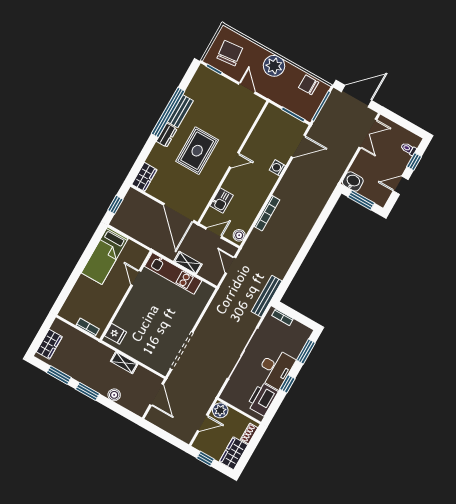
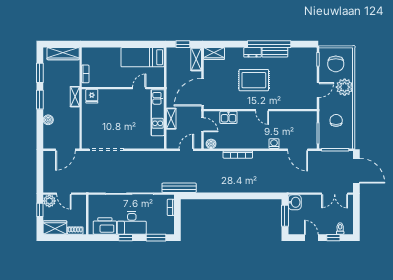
chair: (230, 53) -> (336, 64), turned 96
plant: (274, 66) -> (345, 87), moved
chair: (309, 85) -> (336, 120), moved
shelving: (140, 199) -> (196, 59), added
wardrobe: (49, 344) -> (63, 54), width x1.50
shelving: (124, 363) -> (75, 97), moved
plant: (220, 410) -> (49, 201), moved

